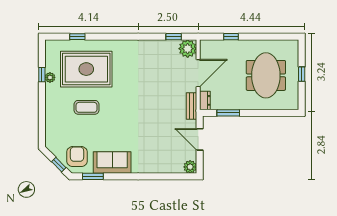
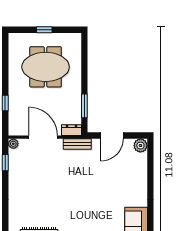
plant: (188, 49) -> (13, 144), width x0.53, depth x0.53

